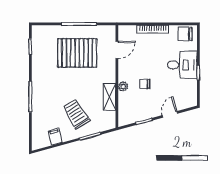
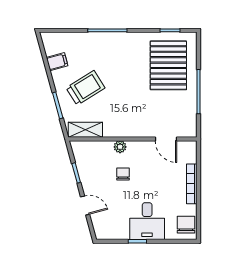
pallet: (77, 53) -> (168, 65), moved
shelving: (109, 97) -> (85, 130), moved

